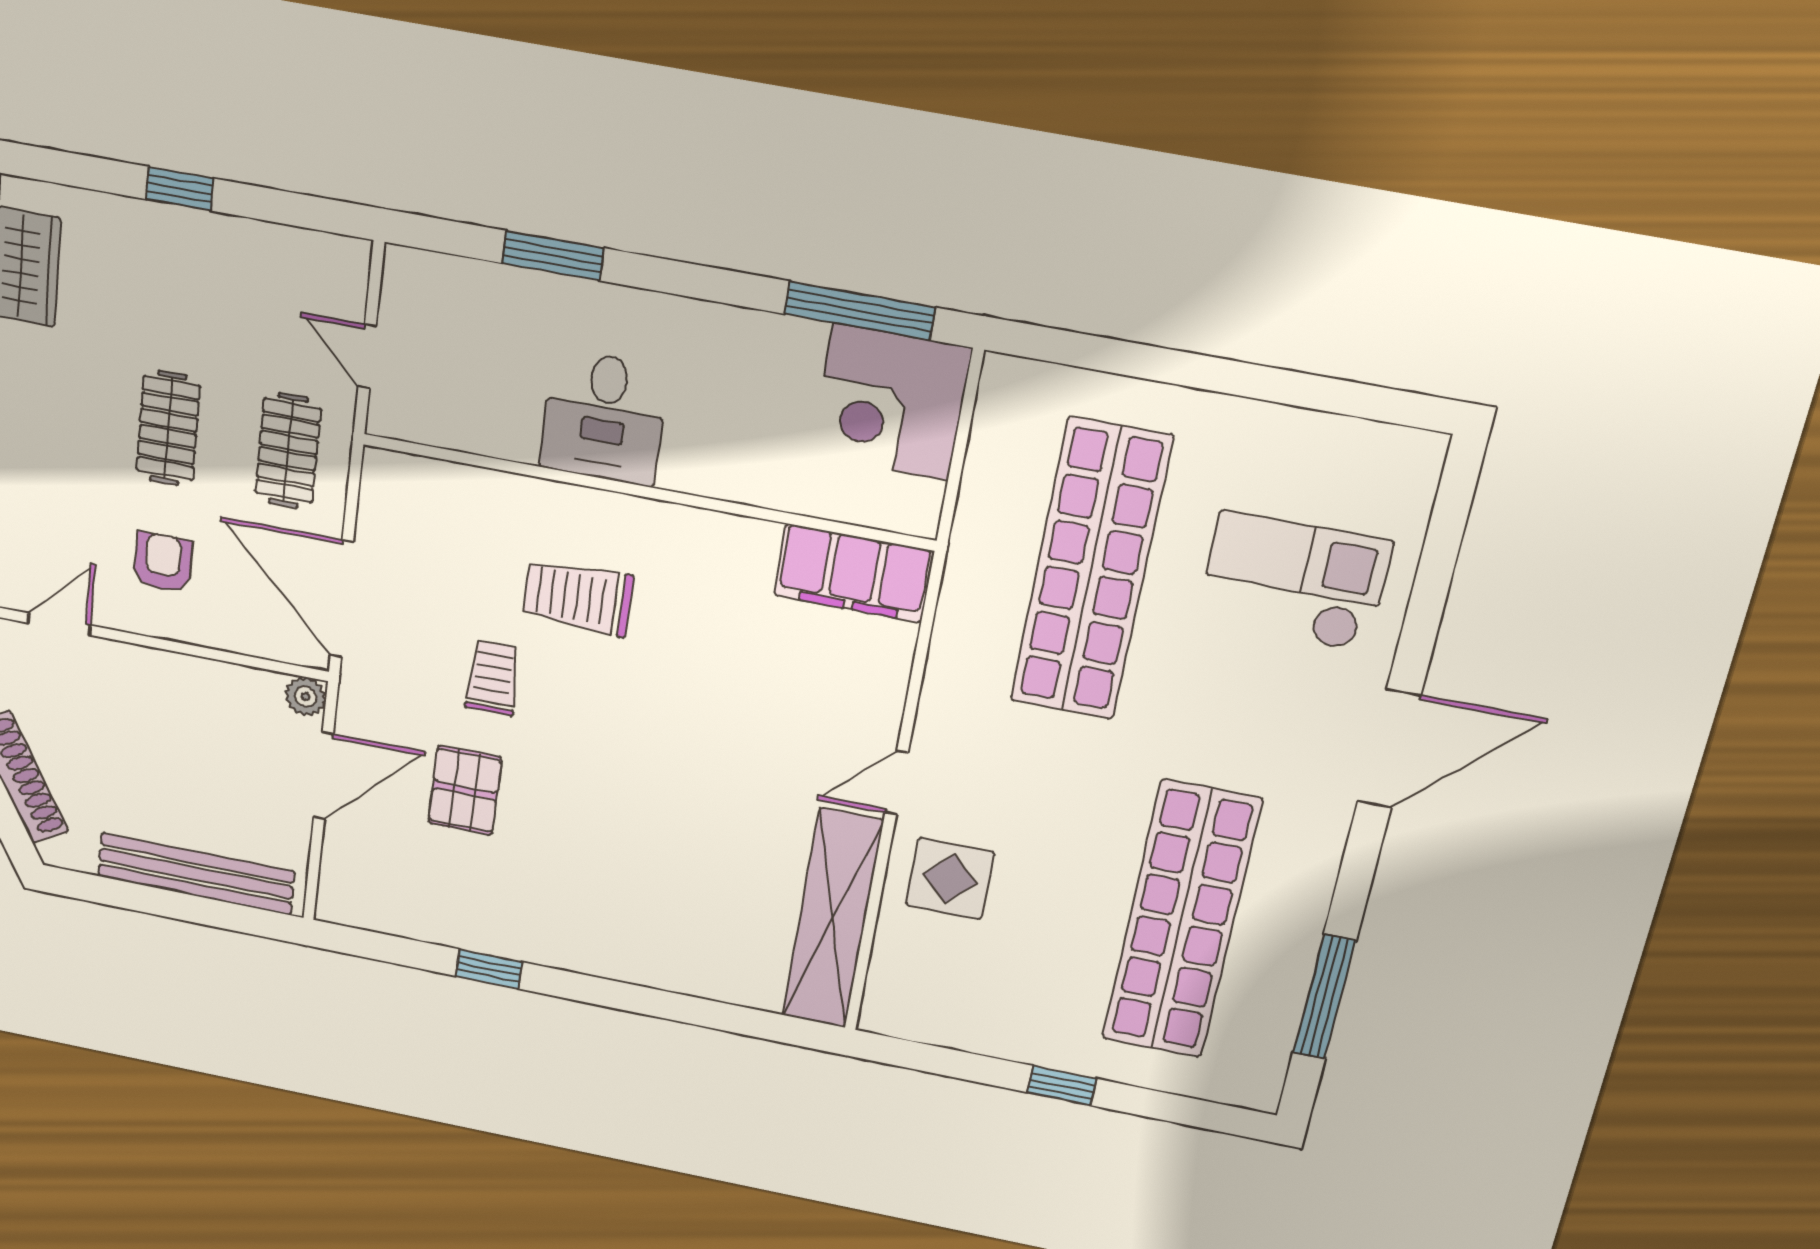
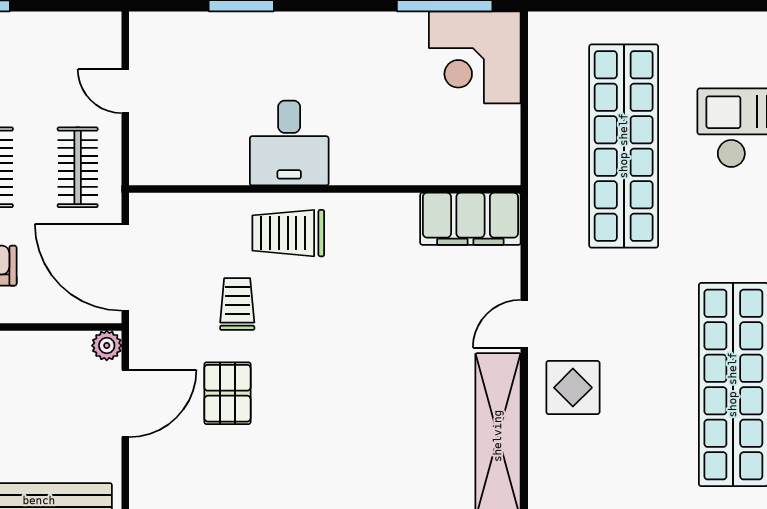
desk: (604, 417) -> (289, 143), moved
wall: (647, 492) -> (325, 189), moved
filing cabinet: (854, 573) -> (470, 219), moved

